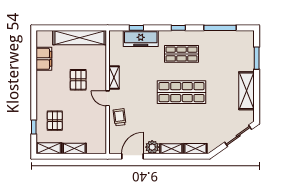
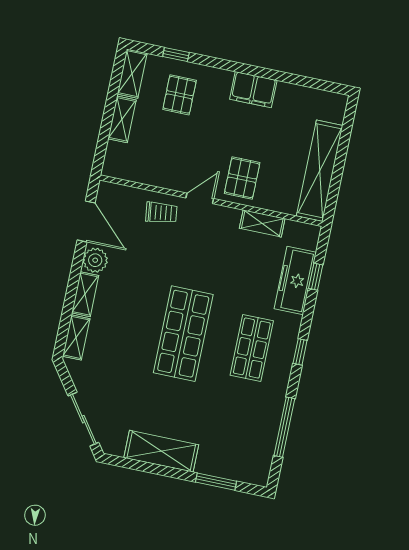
filing cabinet: (44, 59) -> (253, 90), moved
shelving: (114, 77) -> (262, 223), moved
pallet: (78, 80) -> (242, 178), moved, turned 90
pallet: (55, 121) -> (180, 95), turned 90

